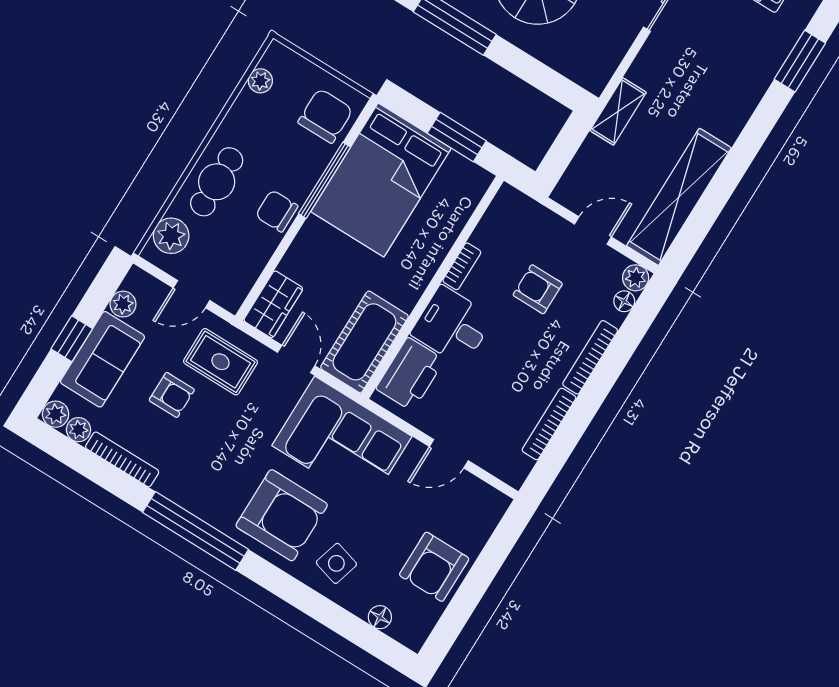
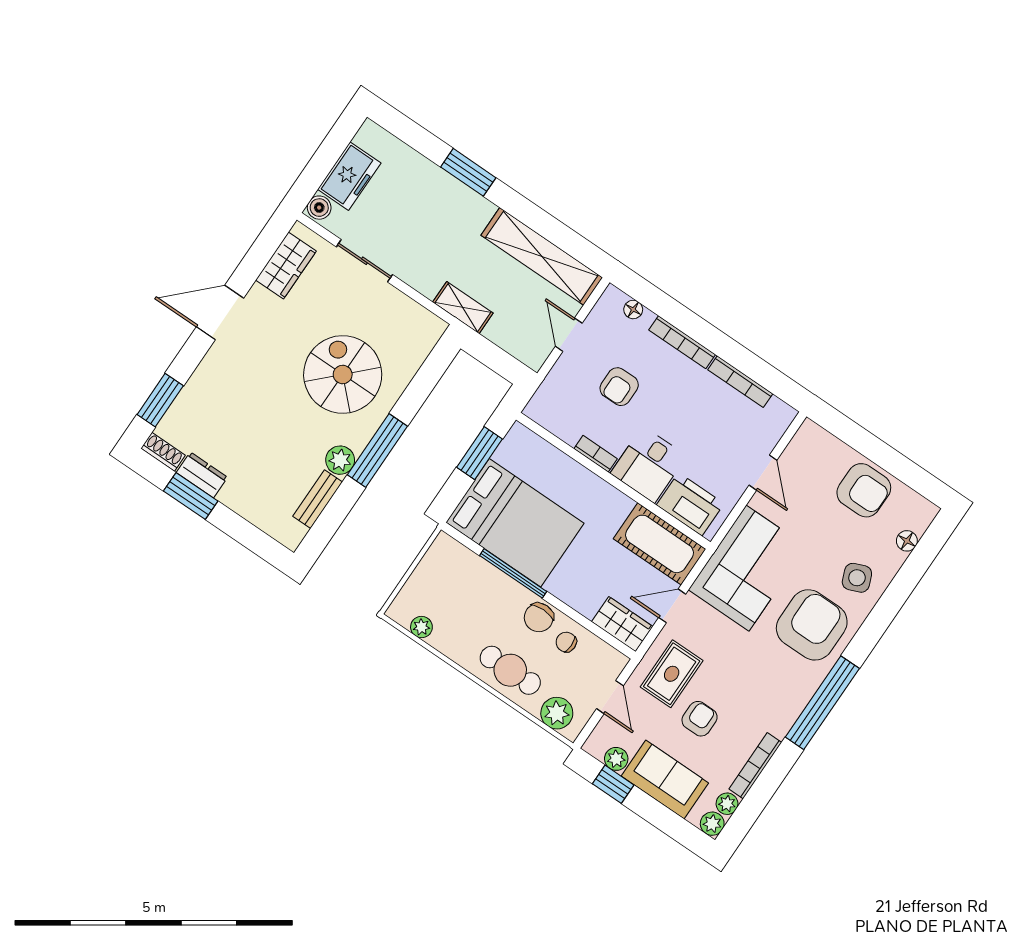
window: (800, 61) -> (468, 172), moved
chair: (325, 116) -> (566, 642), moved, width x0.54, depth x0.54
plant: (636, 278) -> (613, 298), removed
window: (72, 339) -> (613, 784), moved
side table: (336, 563) -> (857, 578), turned -38

